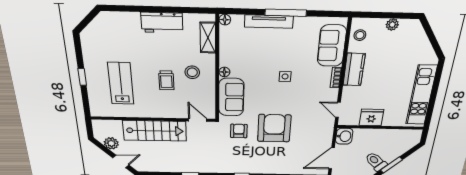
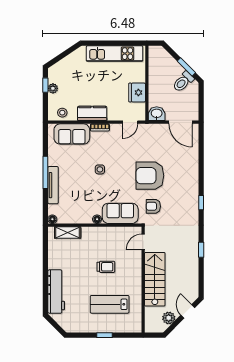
window: (398, 16) -> (45, 85), added
workbench: (162, 23) -> (56, 292), moved, width x1.37
stool: (192, 72) -> (98, 245), removed

